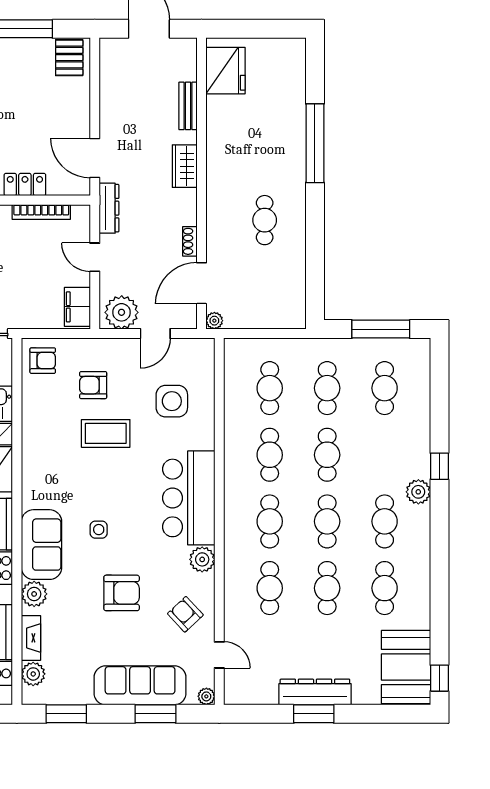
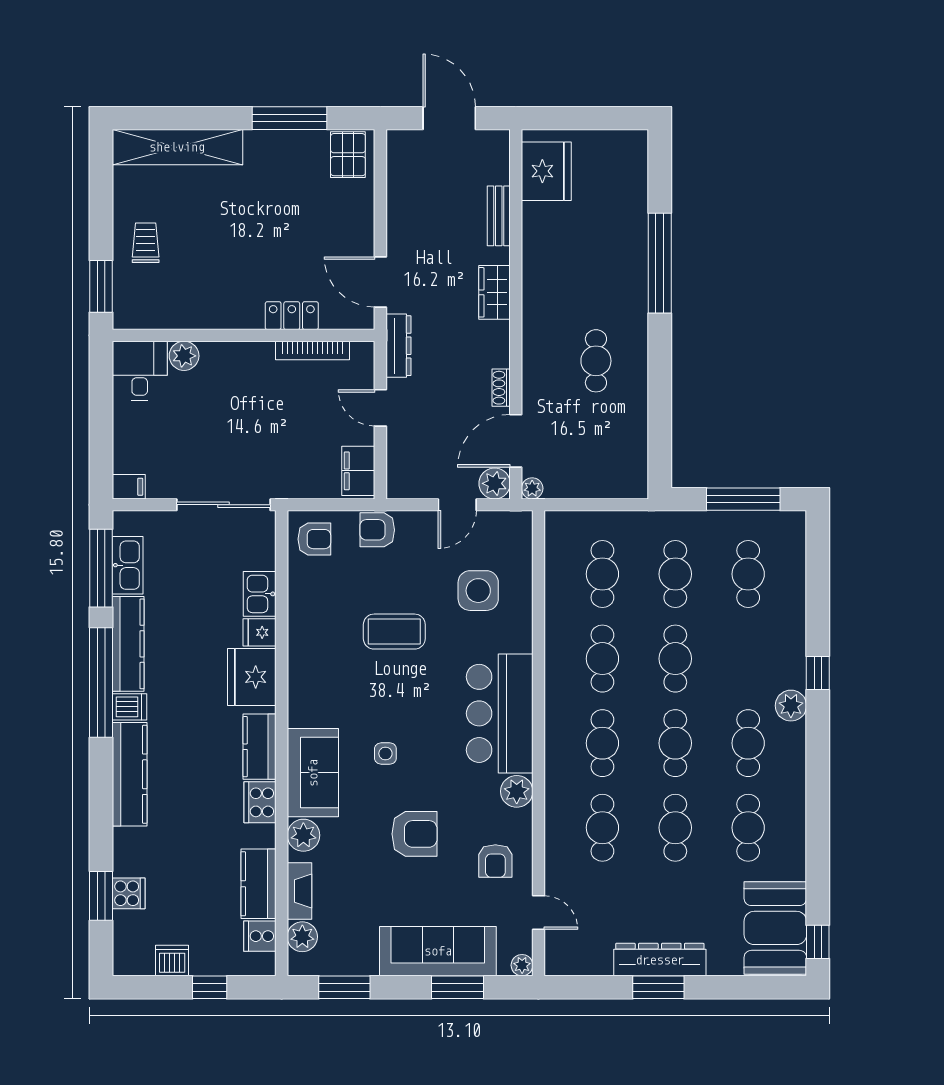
plant: (122, 312) -> (495, 483), moved, width x0.73, depth x0.73
armchair: (93, 385) -> (377, 530), moved
armchair: (185, 614) -> (495, 861), turned -137

